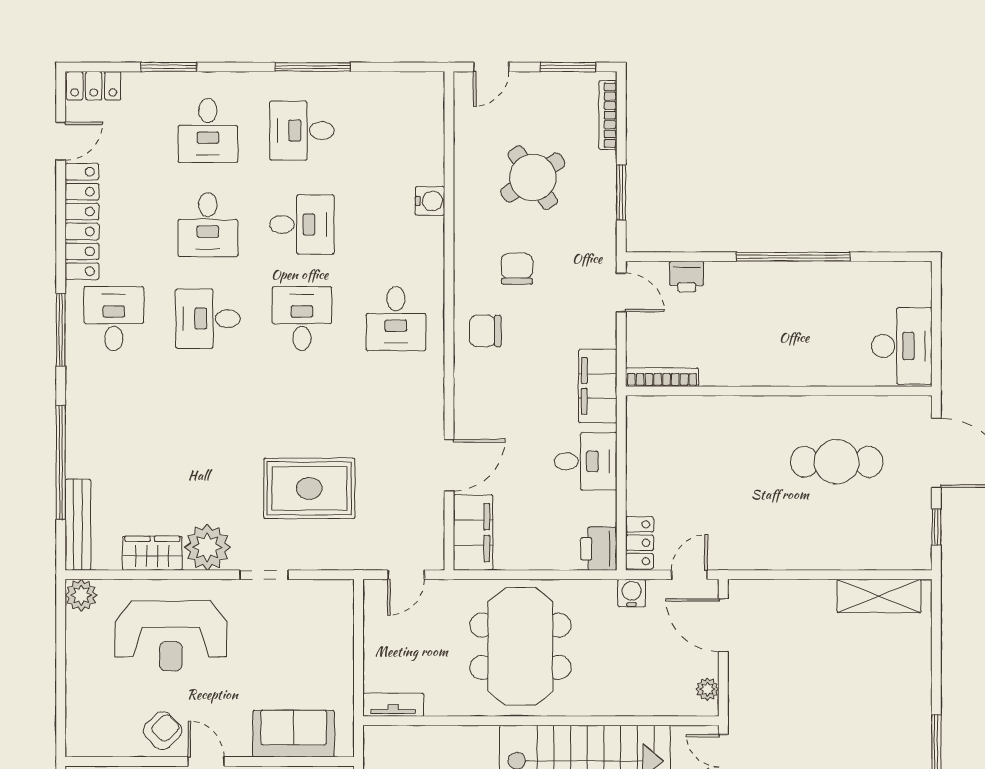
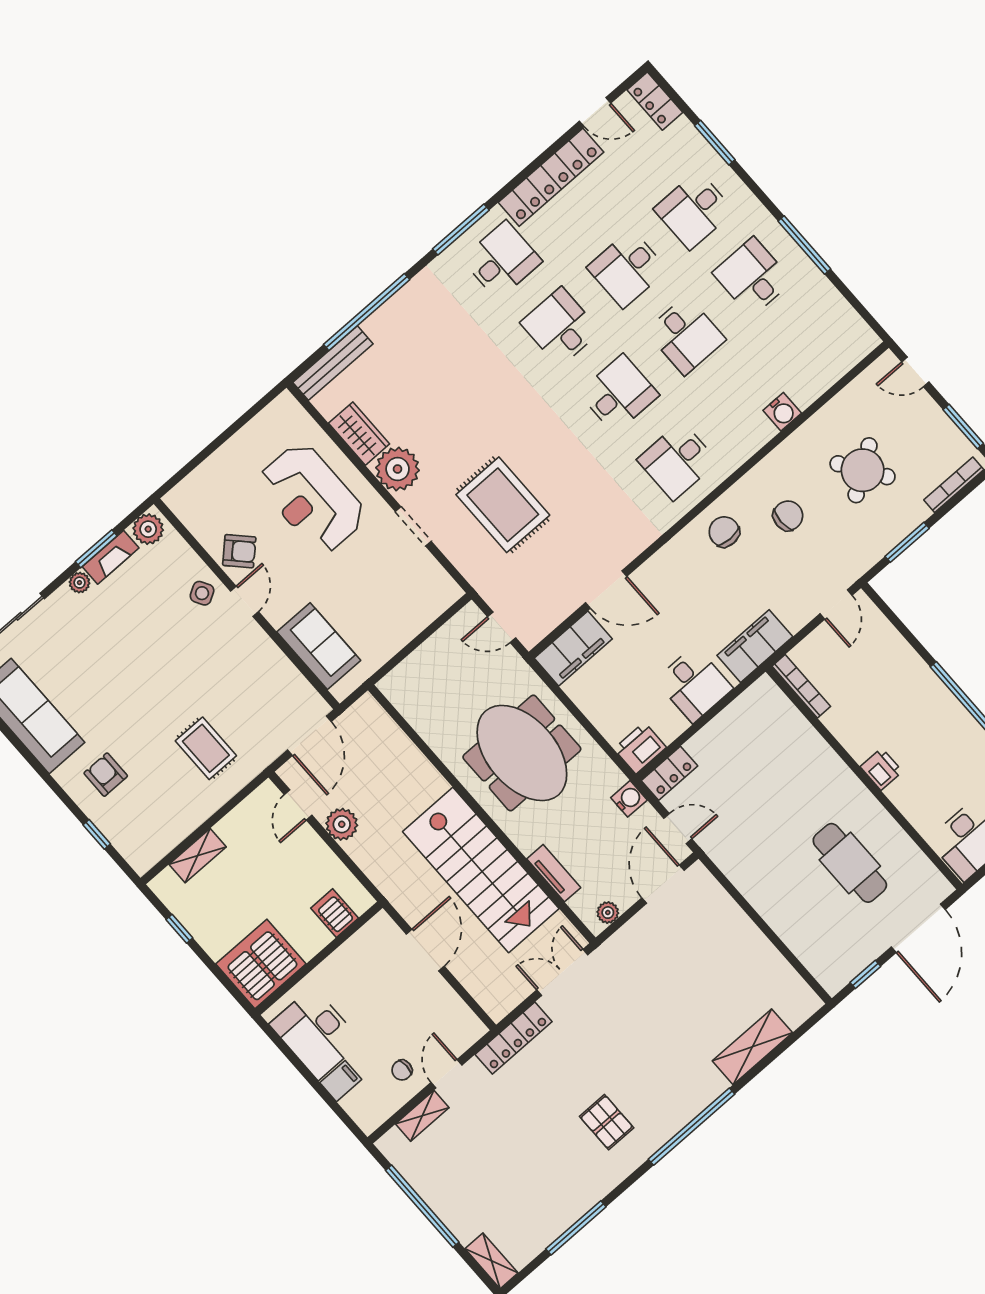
printer: (687, 276) -> (881, 769), moved, turned 180
plant: (81, 595) -> (285, 409), removed
shelving: (879, 596) -> (752, 1047), moved, turned 90
meeting table: (520, 646) -> (522, 753), turned 90
tv unit: (393, 705) -> (554, 873), moved

